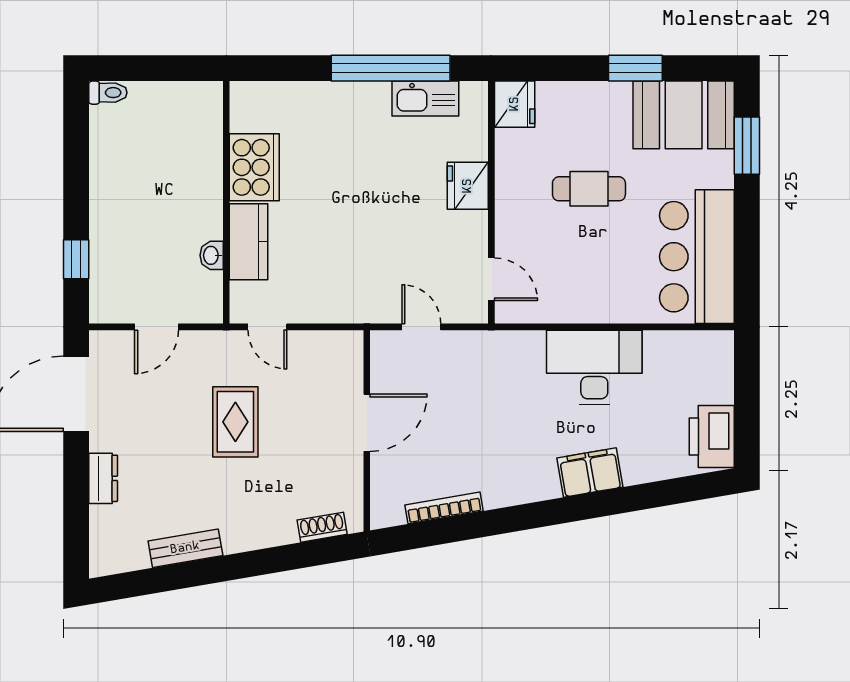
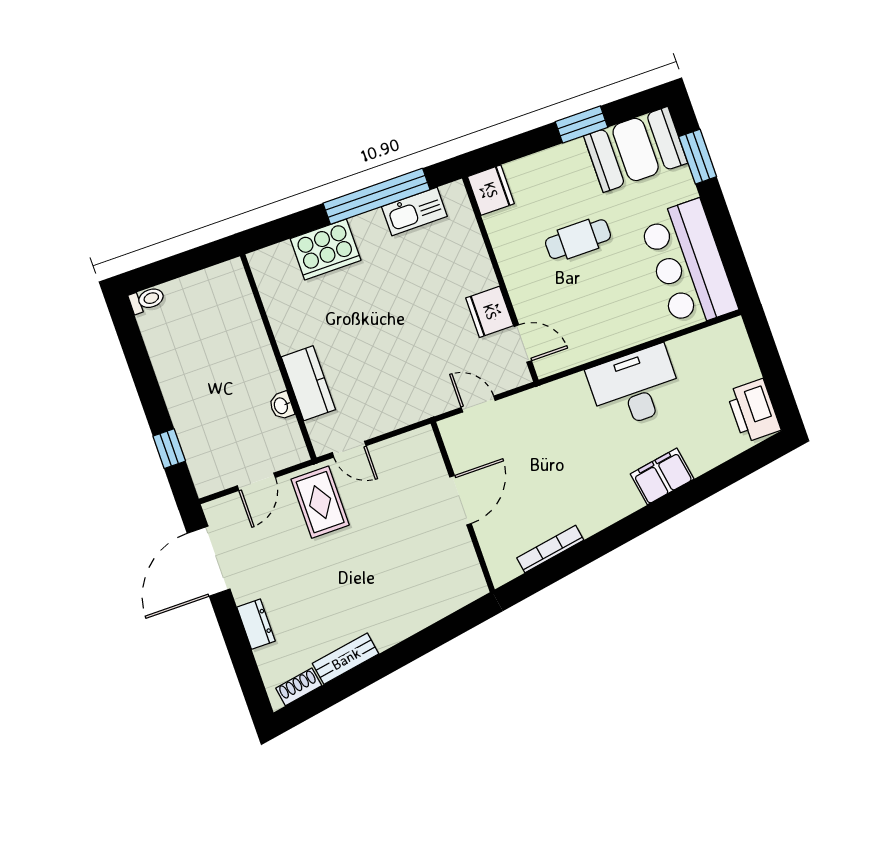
cooker: (254, 167) -> (326, 249), moved, turned 90
fridge: (468, 186) -> (490, 312), moved
rug: (235, 422) -> (320, 502), moved
shoe rack: (322, 527) -> (299, 687), moved

